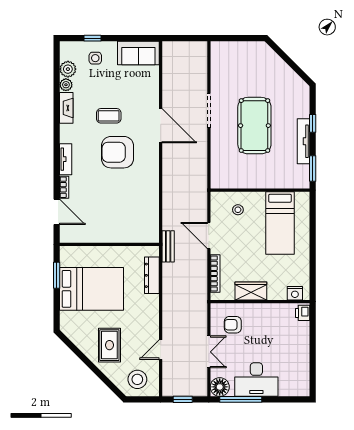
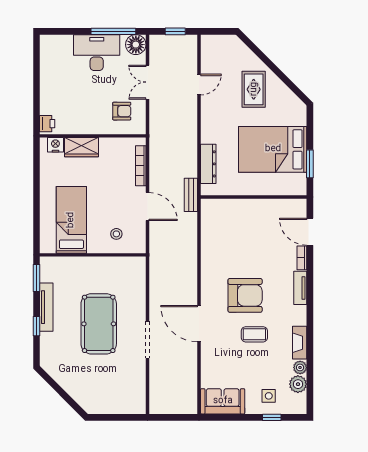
wardrobe: (251, 291) -> (81, 147), moved
stool: (137, 379) -> (224, 53), removed

